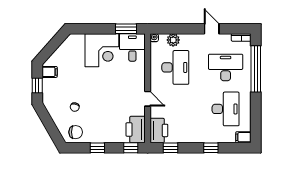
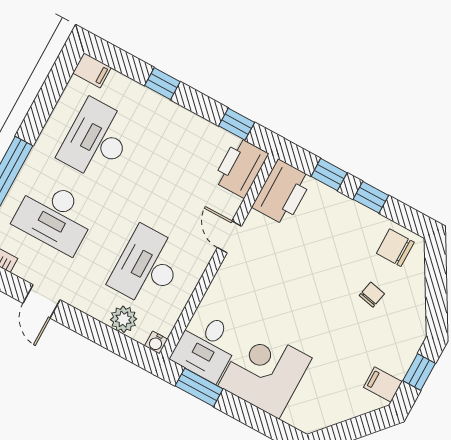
window: (131, 148) -> (329, 175), moved

